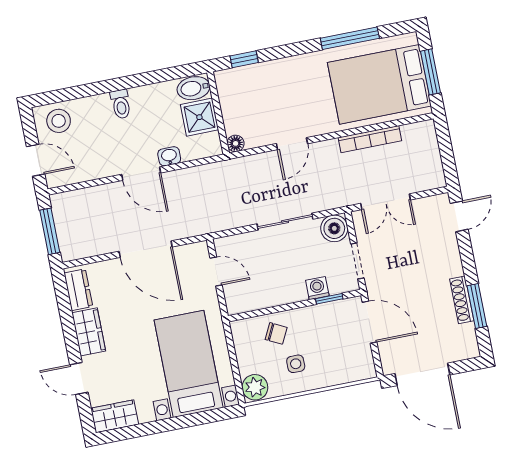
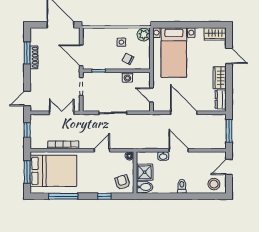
window: (244, 59) -> (104, 196), moved
armchair: (239, 89) -> (122, 182), added
window: (447, 154) -> (27, 130), added
door: (36, 160) -> (229, 167), hinge flipped
boiler: (334, 228) -> (89, 105), removed
washing machine: (317, 288) -> (127, 77), moved

